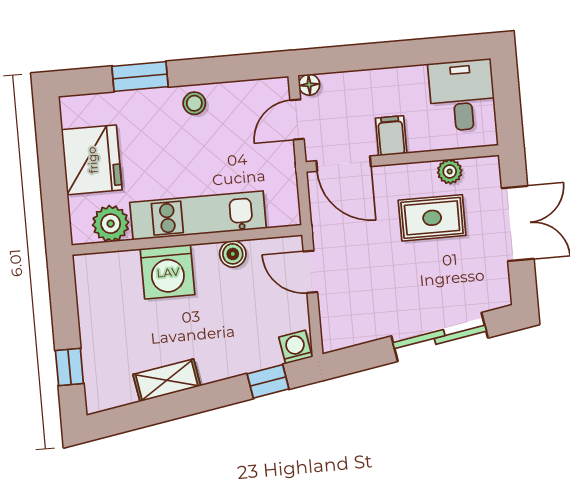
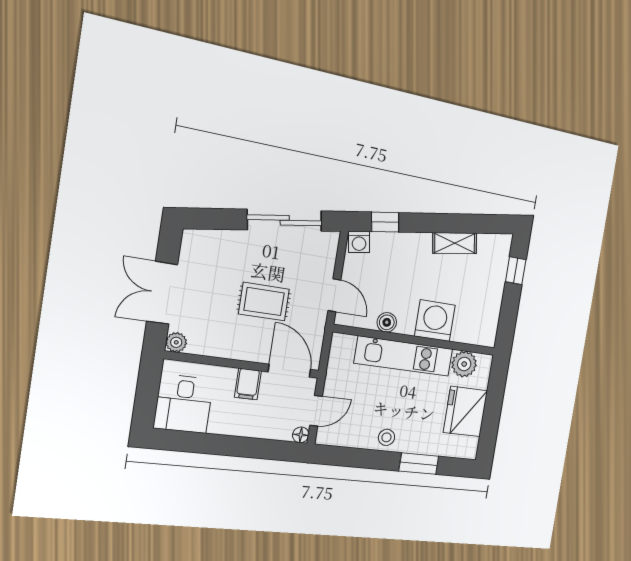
plant: (450, 171) -> (176, 342), moved
rug: (432, 218) -> (264, 301), moved
sliding door: (440, 337) -> (285, 220), moved

